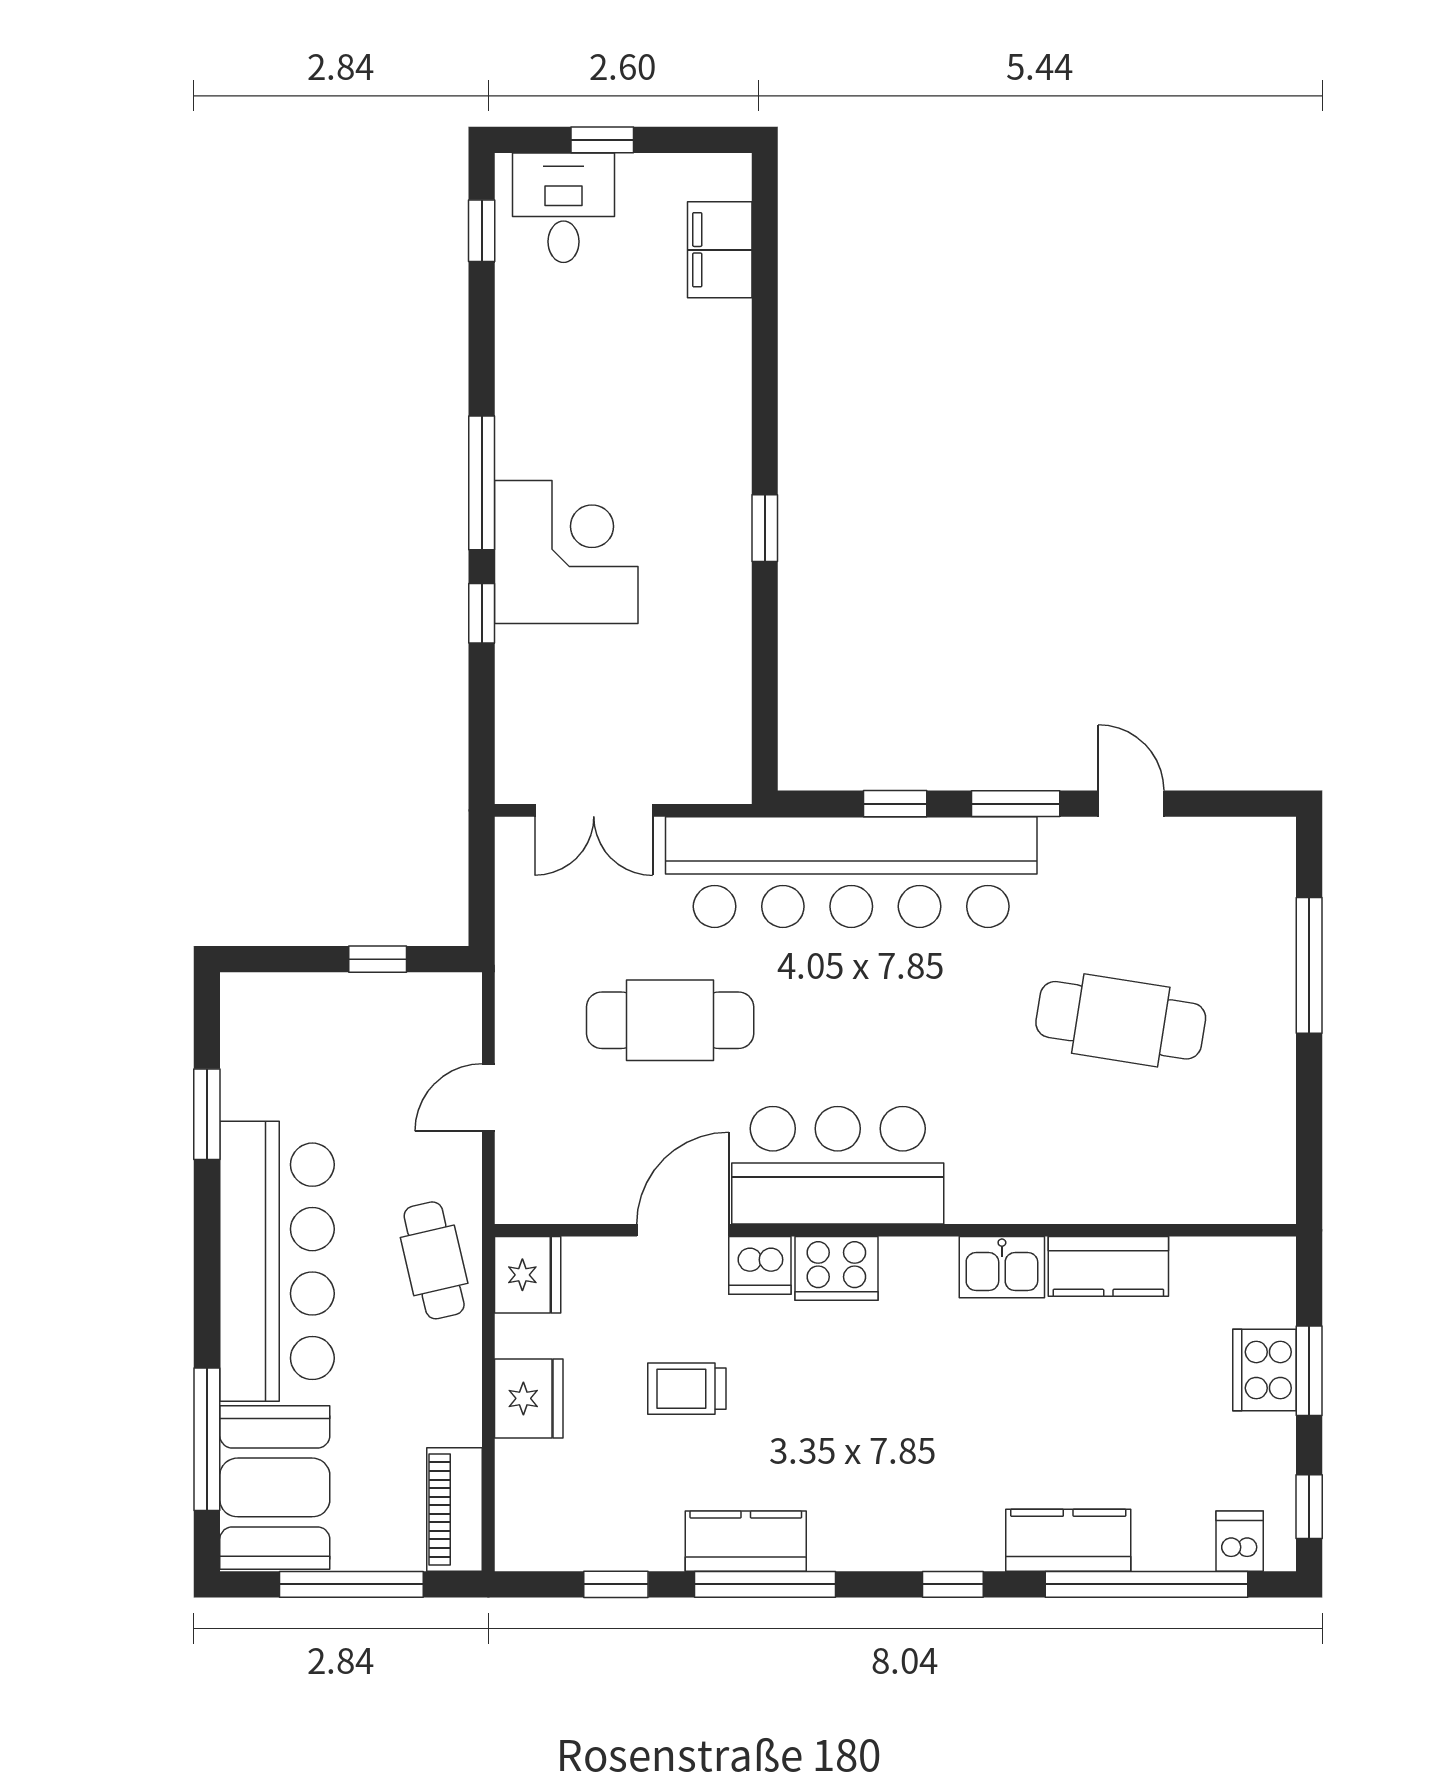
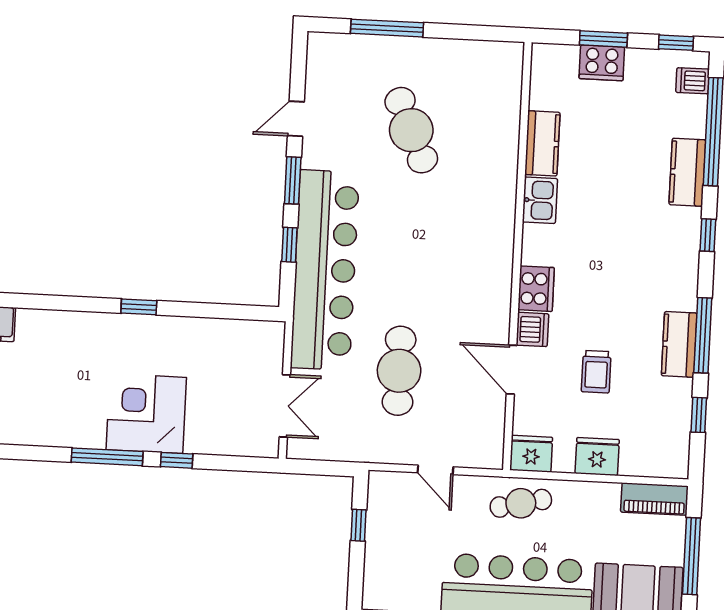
cafe table: (1121, 1020) -> (411, 130), turned -33
bar counter: (838, 1165) -> (481, 285), removed

